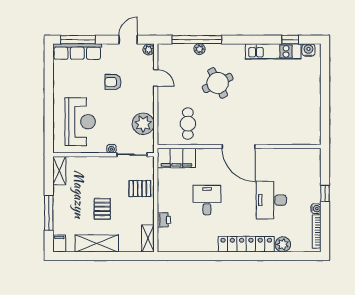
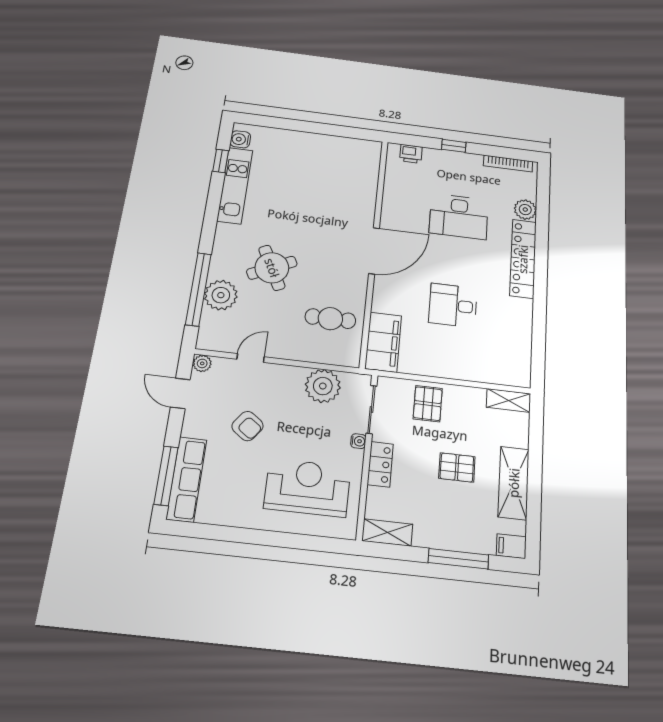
plant: (199, 49) -> (221, 295), width x1.88, depth x1.88
armchair: (113, 82) -> (247, 426), turned -54
locker: (99, 163) -> (380, 464), added
water cooler: (316, 209) -> (475, 160), removed
printer: (164, 220) -> (411, 154), moved, turned 180

